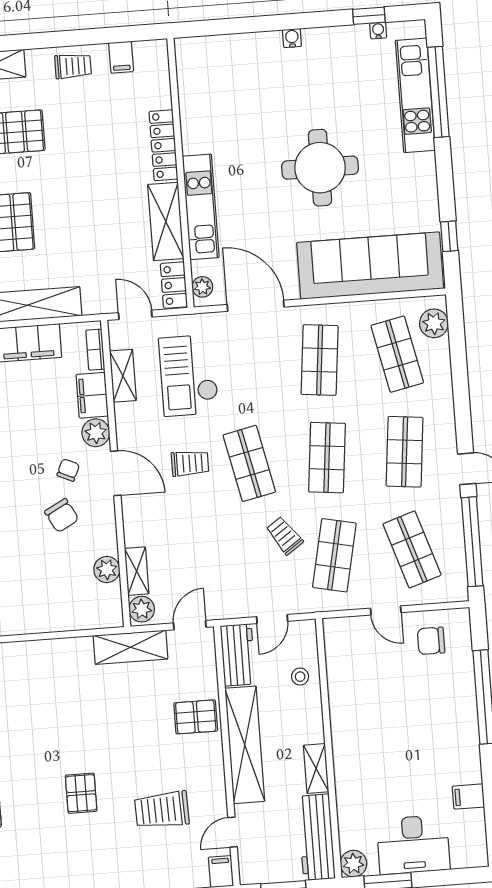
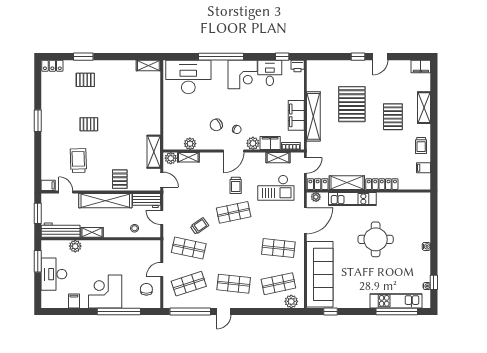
round table: (320, 168) -> (376, 239), moved
checkout: (189, 375) -> (276, 188), turned 180
shop shelf: (327, 458) -> (234, 248), removed
corner desk: (443, 730) -> (105, 292), added
plant: (353, 864) -> (75, 246), moved

